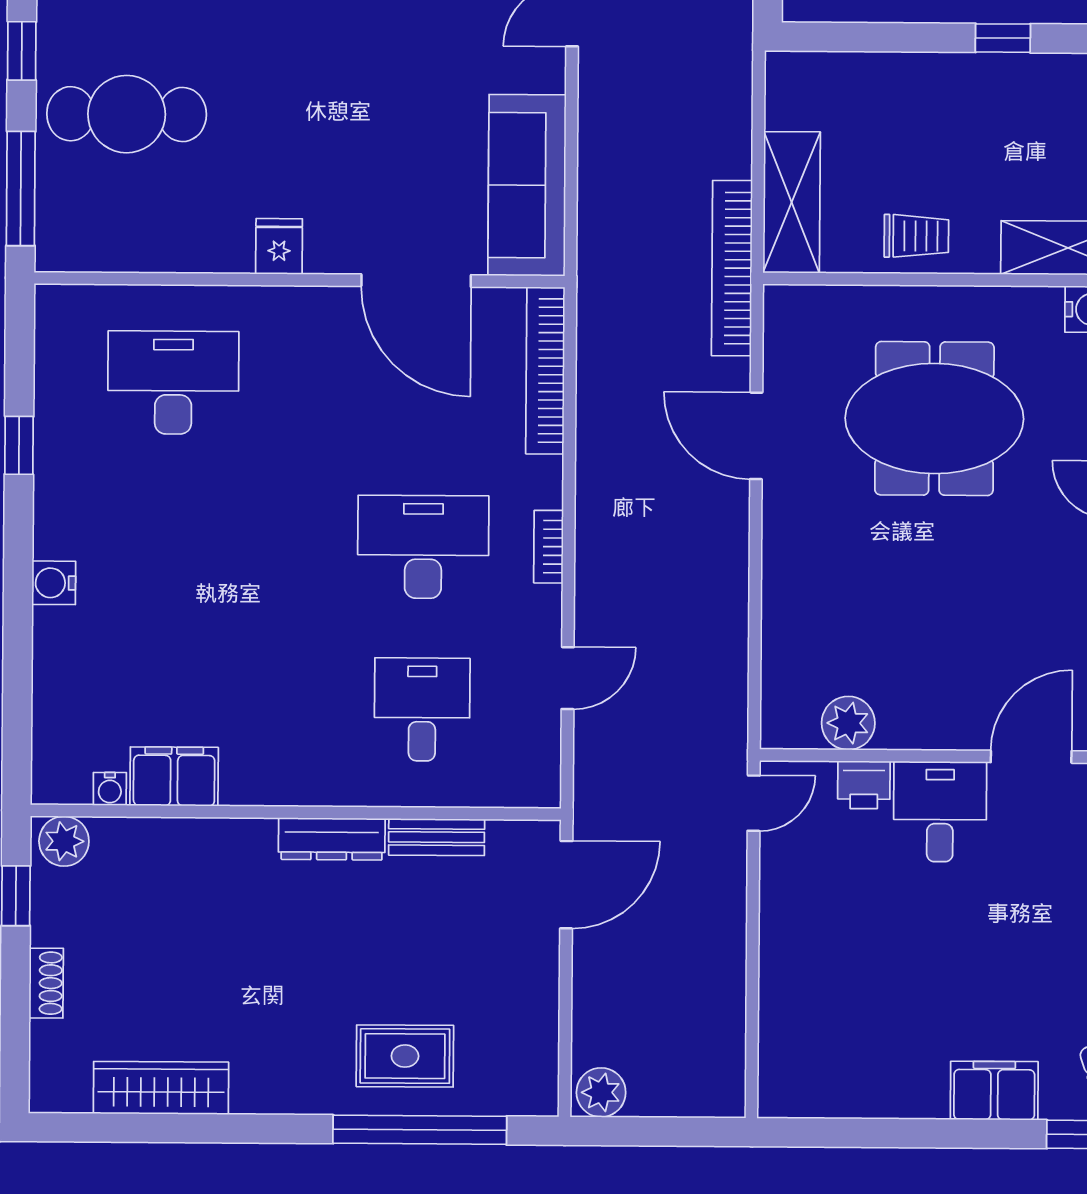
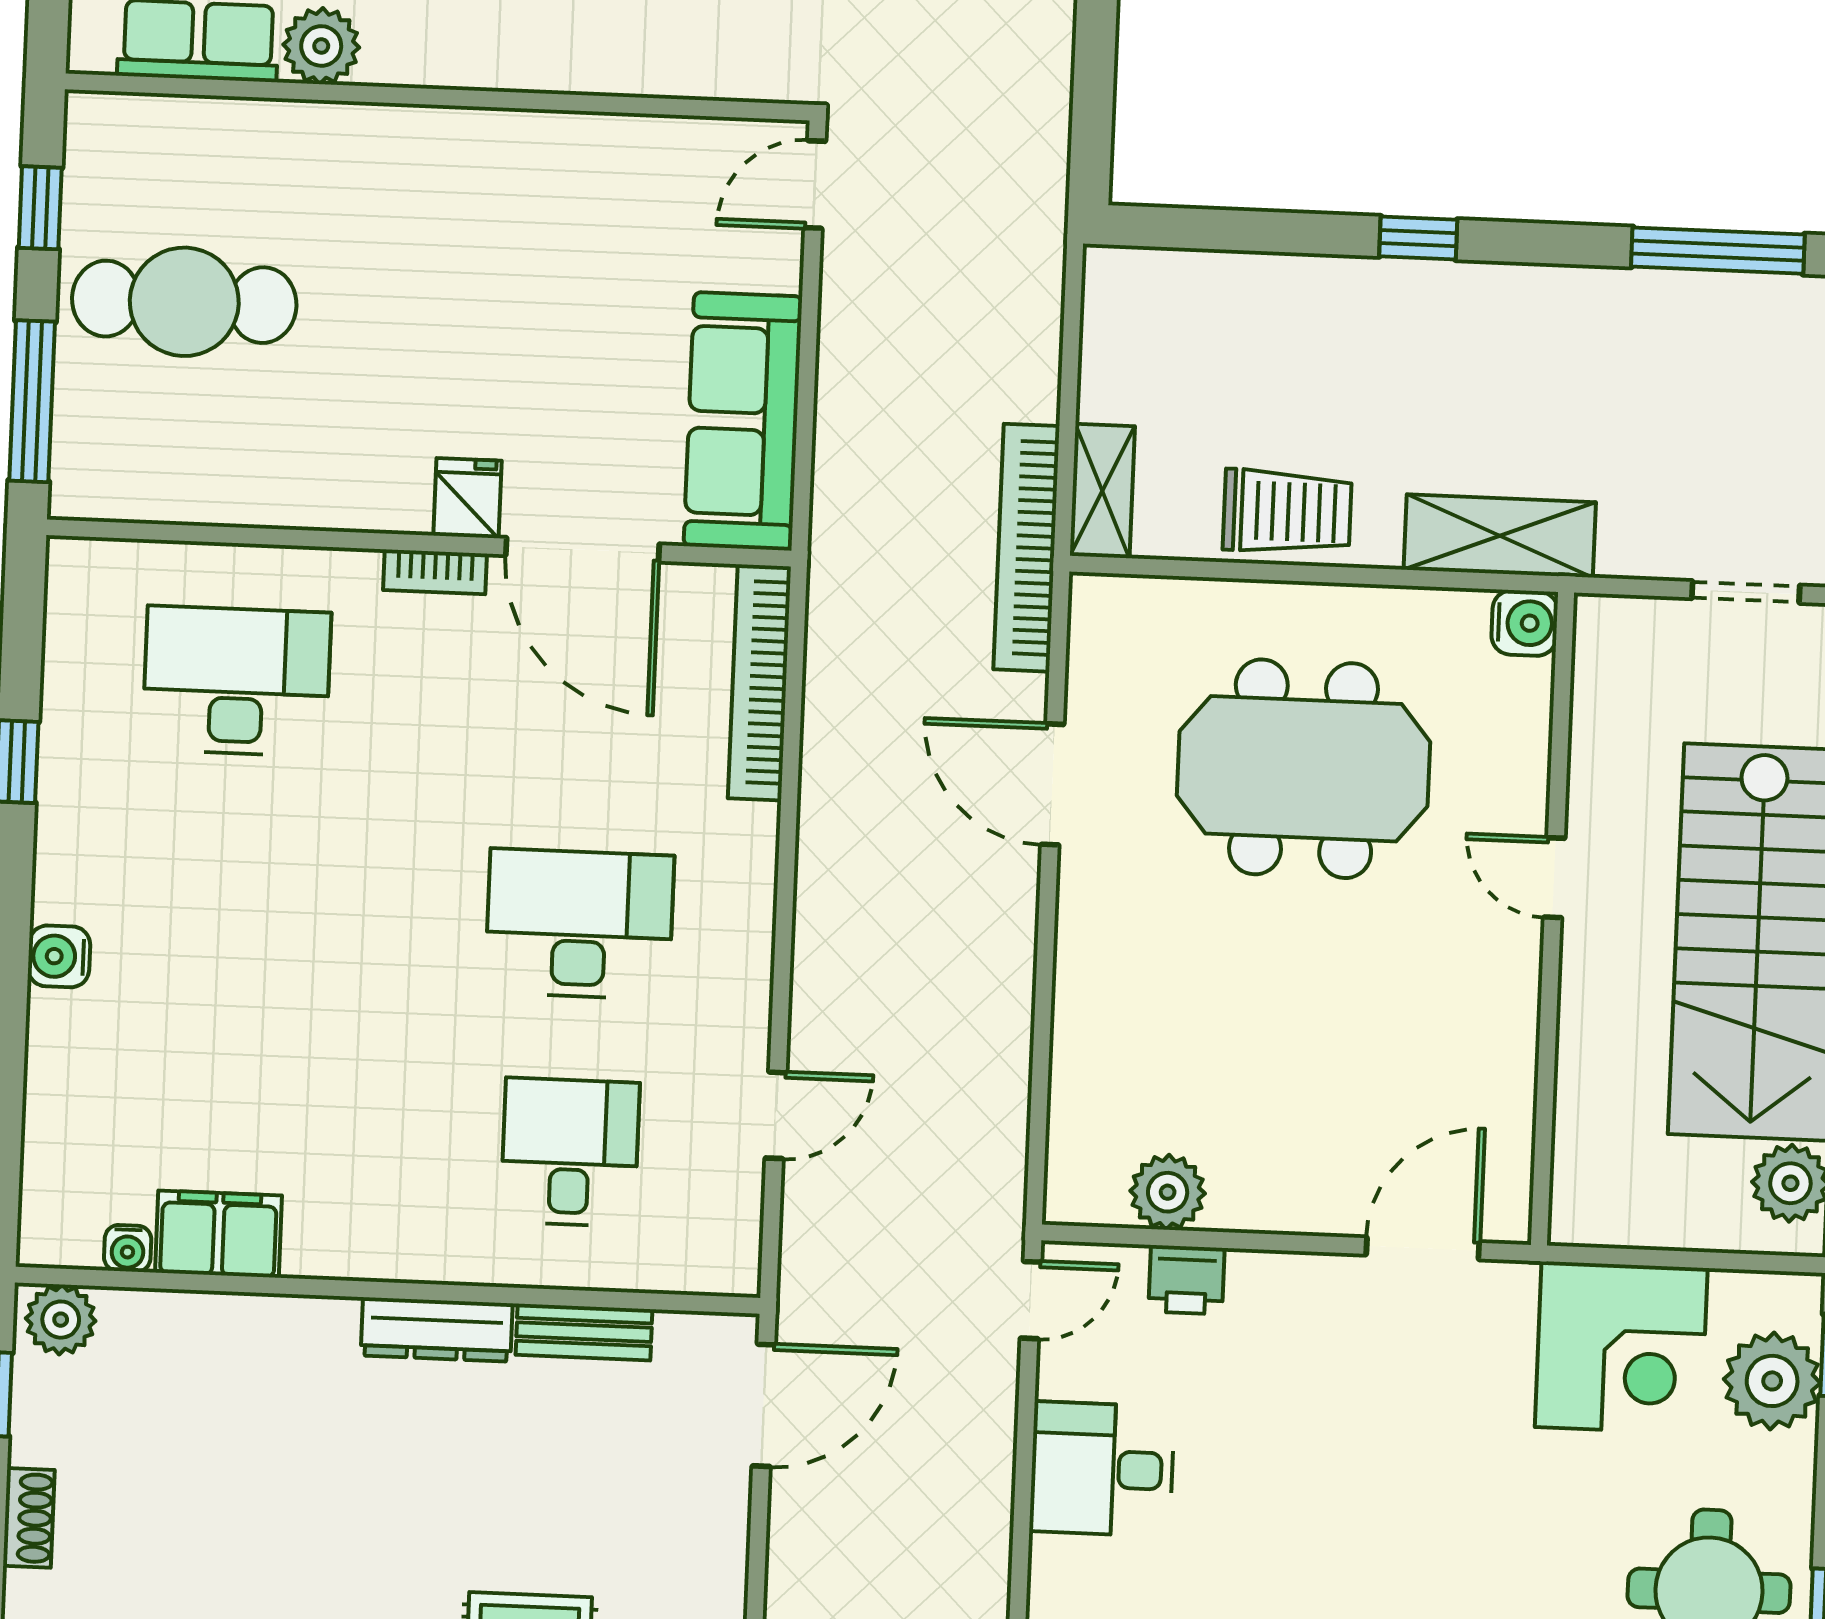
shelving: (792, 202) -> (1102, 491), width x0.67, depth x0.75
trolley: (916, 236) -> (1287, 512), width x1.36, depth x1.39
fridge: (279, 246) -> (468, 498), moved
bookcase: (548, 547) -> (435, 572), moved, turned -90
desk: (940, 812) -> (1102, 1469), moved, turned -90

